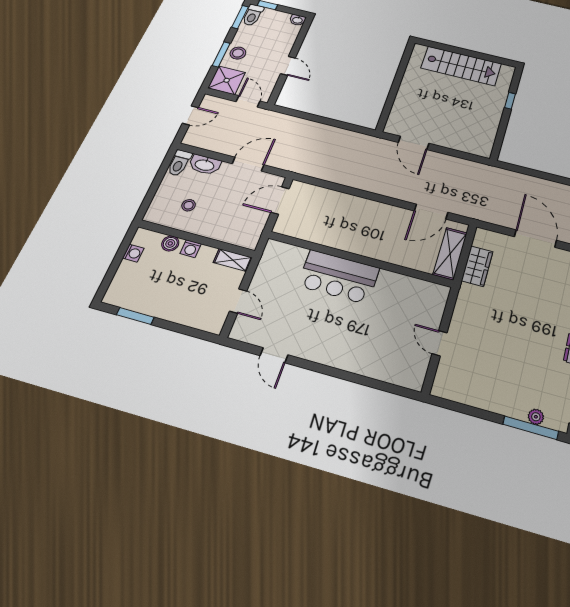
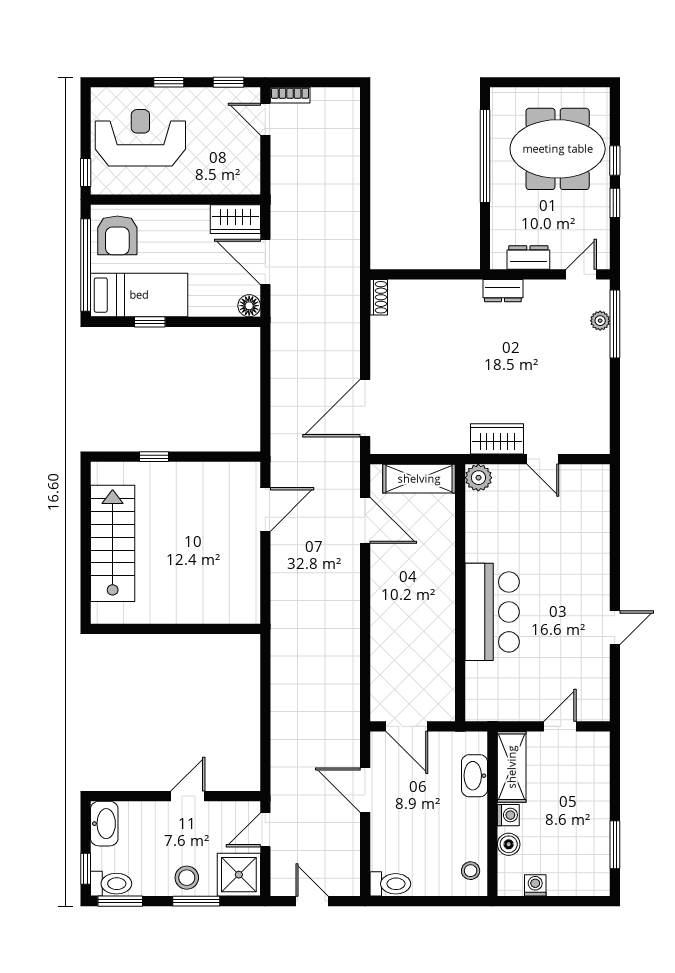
washbasin: (298, 20) -> (104, 824), width x1.91, depth x1.45
door: (414, 143) -> (265, 510), moved
washbasin: (205, 165) -> (475, 776), moved, turned 180
stool: (189, 205) -> (471, 871), moved
door: (535, 239) -> (365, 408), moved
shelving: (233, 260) -> (512, 767), width x1.50, depth x1.33
wardrobe: (477, 266) -> (497, 439), moved
plant: (439, 294) -> (478, 478), added
door: (440, 343) -> (543, 459), hinge flipped
door: (274, 355) -> (615, 628), moved

